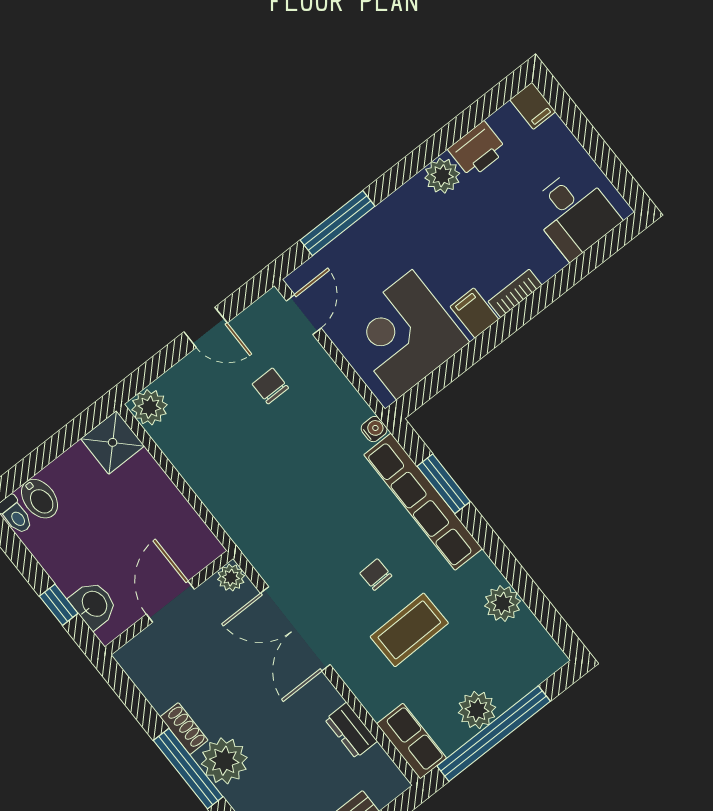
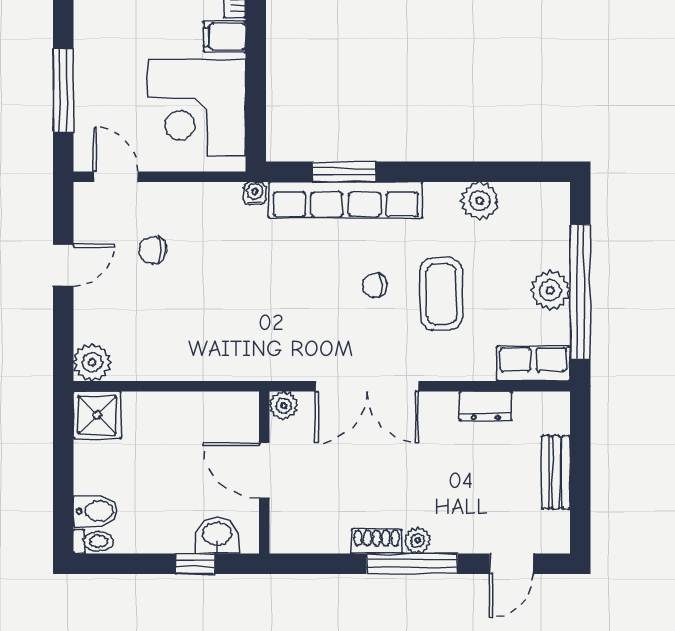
plant: (224, 761) -> (417, 541), width x0.53, depth x0.53

